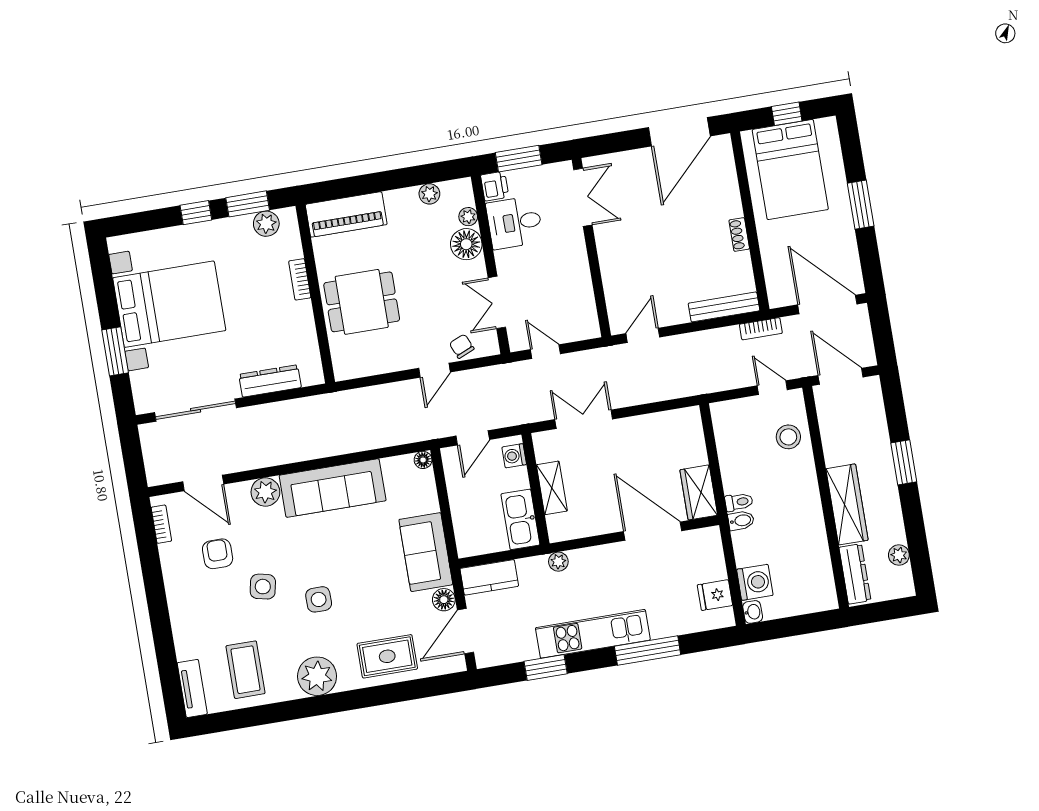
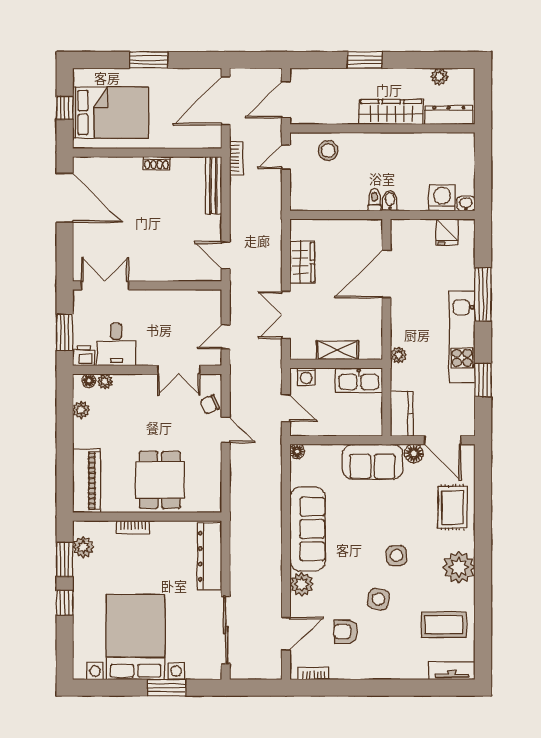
floor lamp: (466, 244) -> (89, 381), moved, width x0.53, depth x0.53
dresser: (270, 381) -> (210, 556), width x1.37, depth x1.24
wardrobe: (699, 492) -> (302, 262), moved, turned -90

